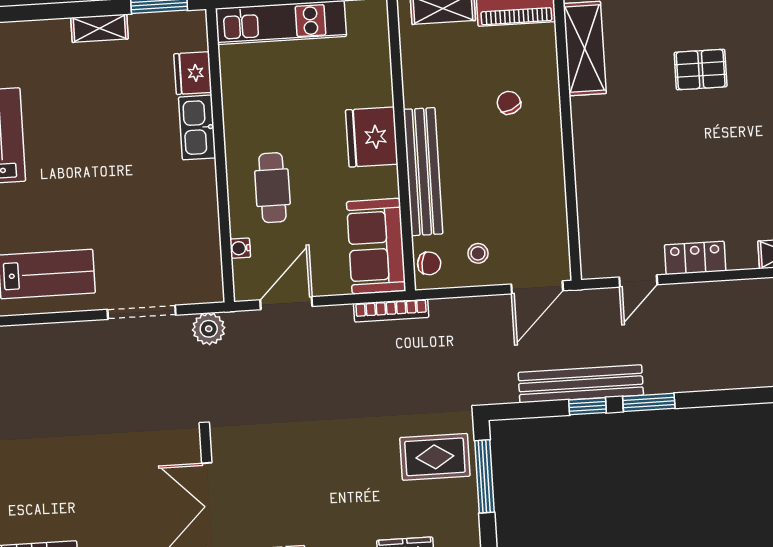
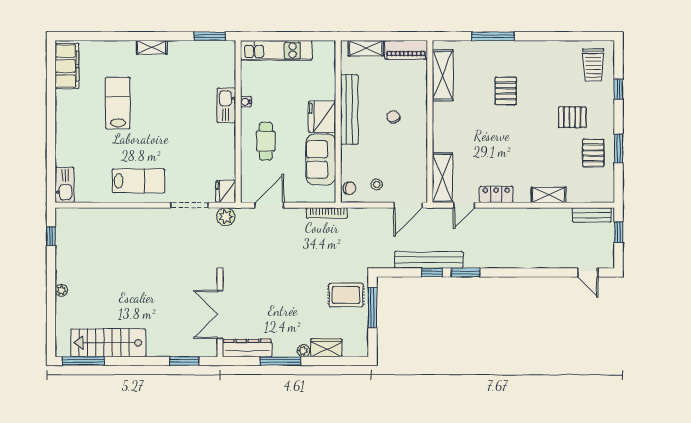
shelving: (99, 28) -> (152, 47), moved
pallet: (701, 70) -> (506, 91), turned 90
fridge: (193, 73) -> (226, 191), moved
chair: (509, 103) -> (393, 117), moved
bench: (423, 172) -> (349, 109), moved
shelving: (596, 234) -> (442, 178), added
sofa: (376, 246) -> (321, 159), moved
water cooler: (240, 248) -> (246, 102), moved

